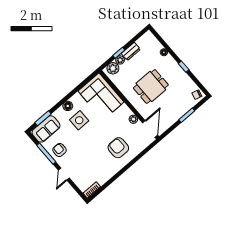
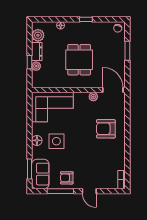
plant: (113, 68) -> (38, 35), moved

